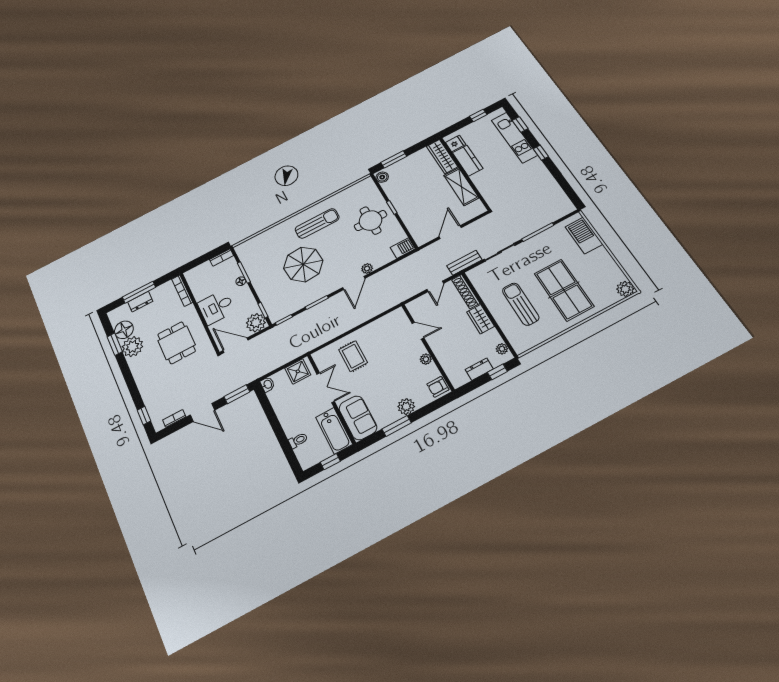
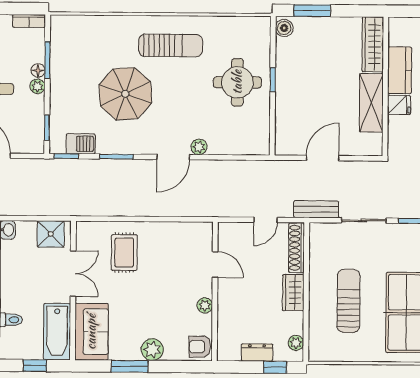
fridge: (456, 143) -> (399, 105), moved
barbecue: (403, 248) -> (81, 144), moved
plant: (256, 323) -> (37, 86), moved, width x0.53, depth x0.53

